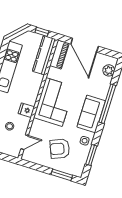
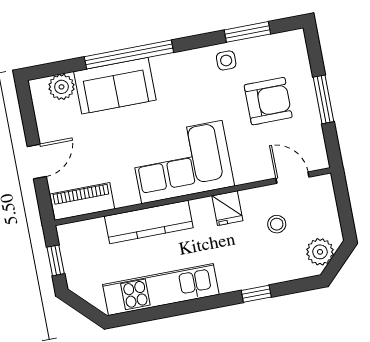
door: (85, 45) -> (37, 161), width x0.53
kitchen counter: (44, 55) -> (149, 222), moved
sofa: (91, 114) -> (115, 86), moved
armchair: (60, 149) -> (268, 101), turned -68
window: (62, 175) -> (324, 99), moved

